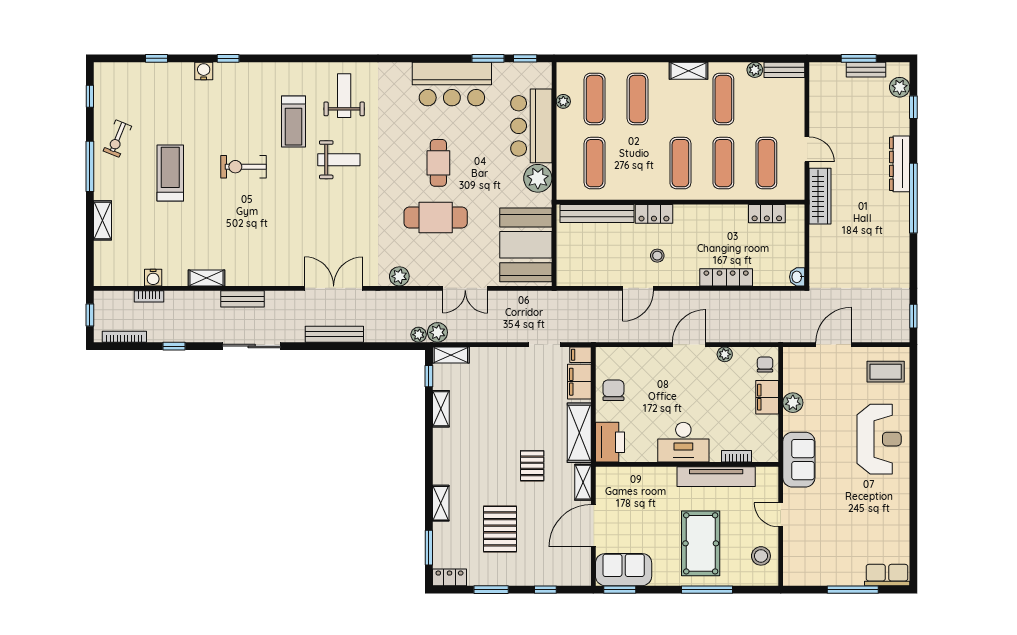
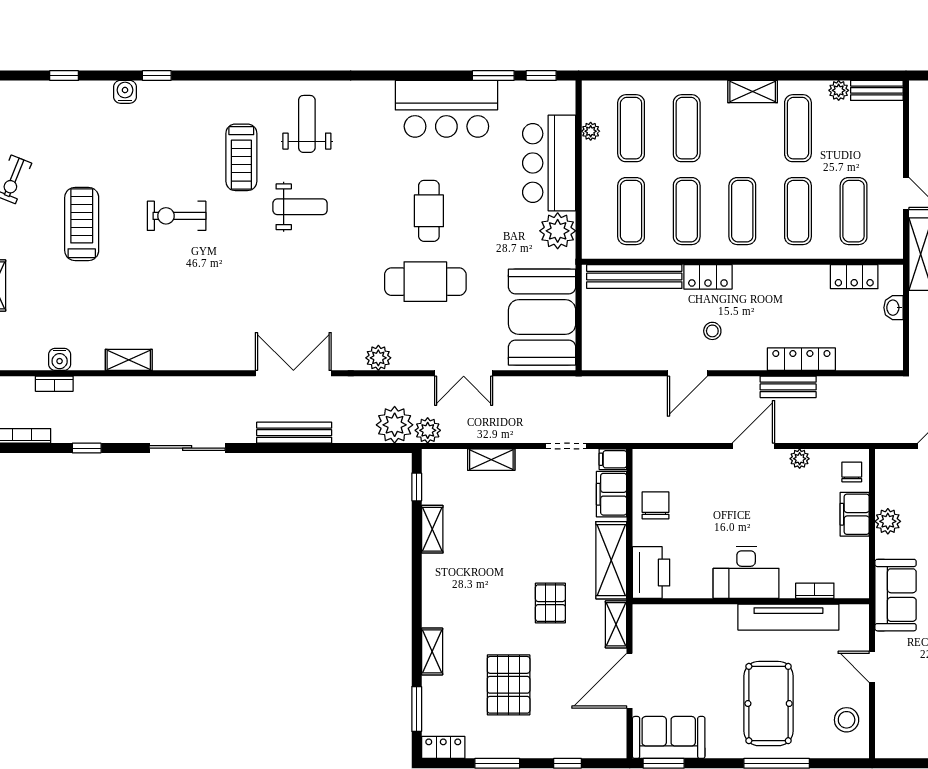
exercise mat: (637, 163) -> (687, 211), added
washbasin: (797, 277) -> (893, 308), moved
bench: (243, 299) -> (788, 387), moved
plant: (419, 335) -> (395, 425), width x1.88, depth x1.88
shelving: (451, 355) -> (491, 460), moved

